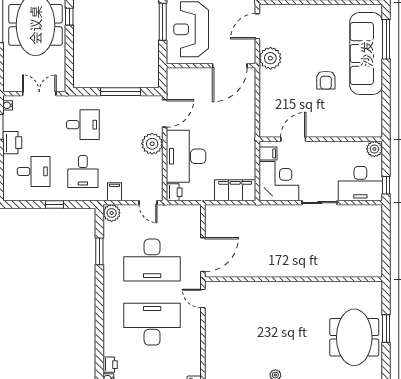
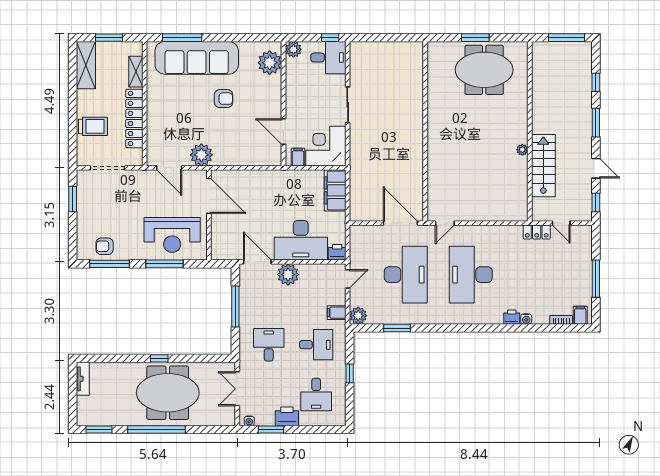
plant: (361, 126) -> (270, 63), added
desk: (34, 171) -> (316, 395), turned 180
desk: (360, 184) -> (328, 58), width x0.73

